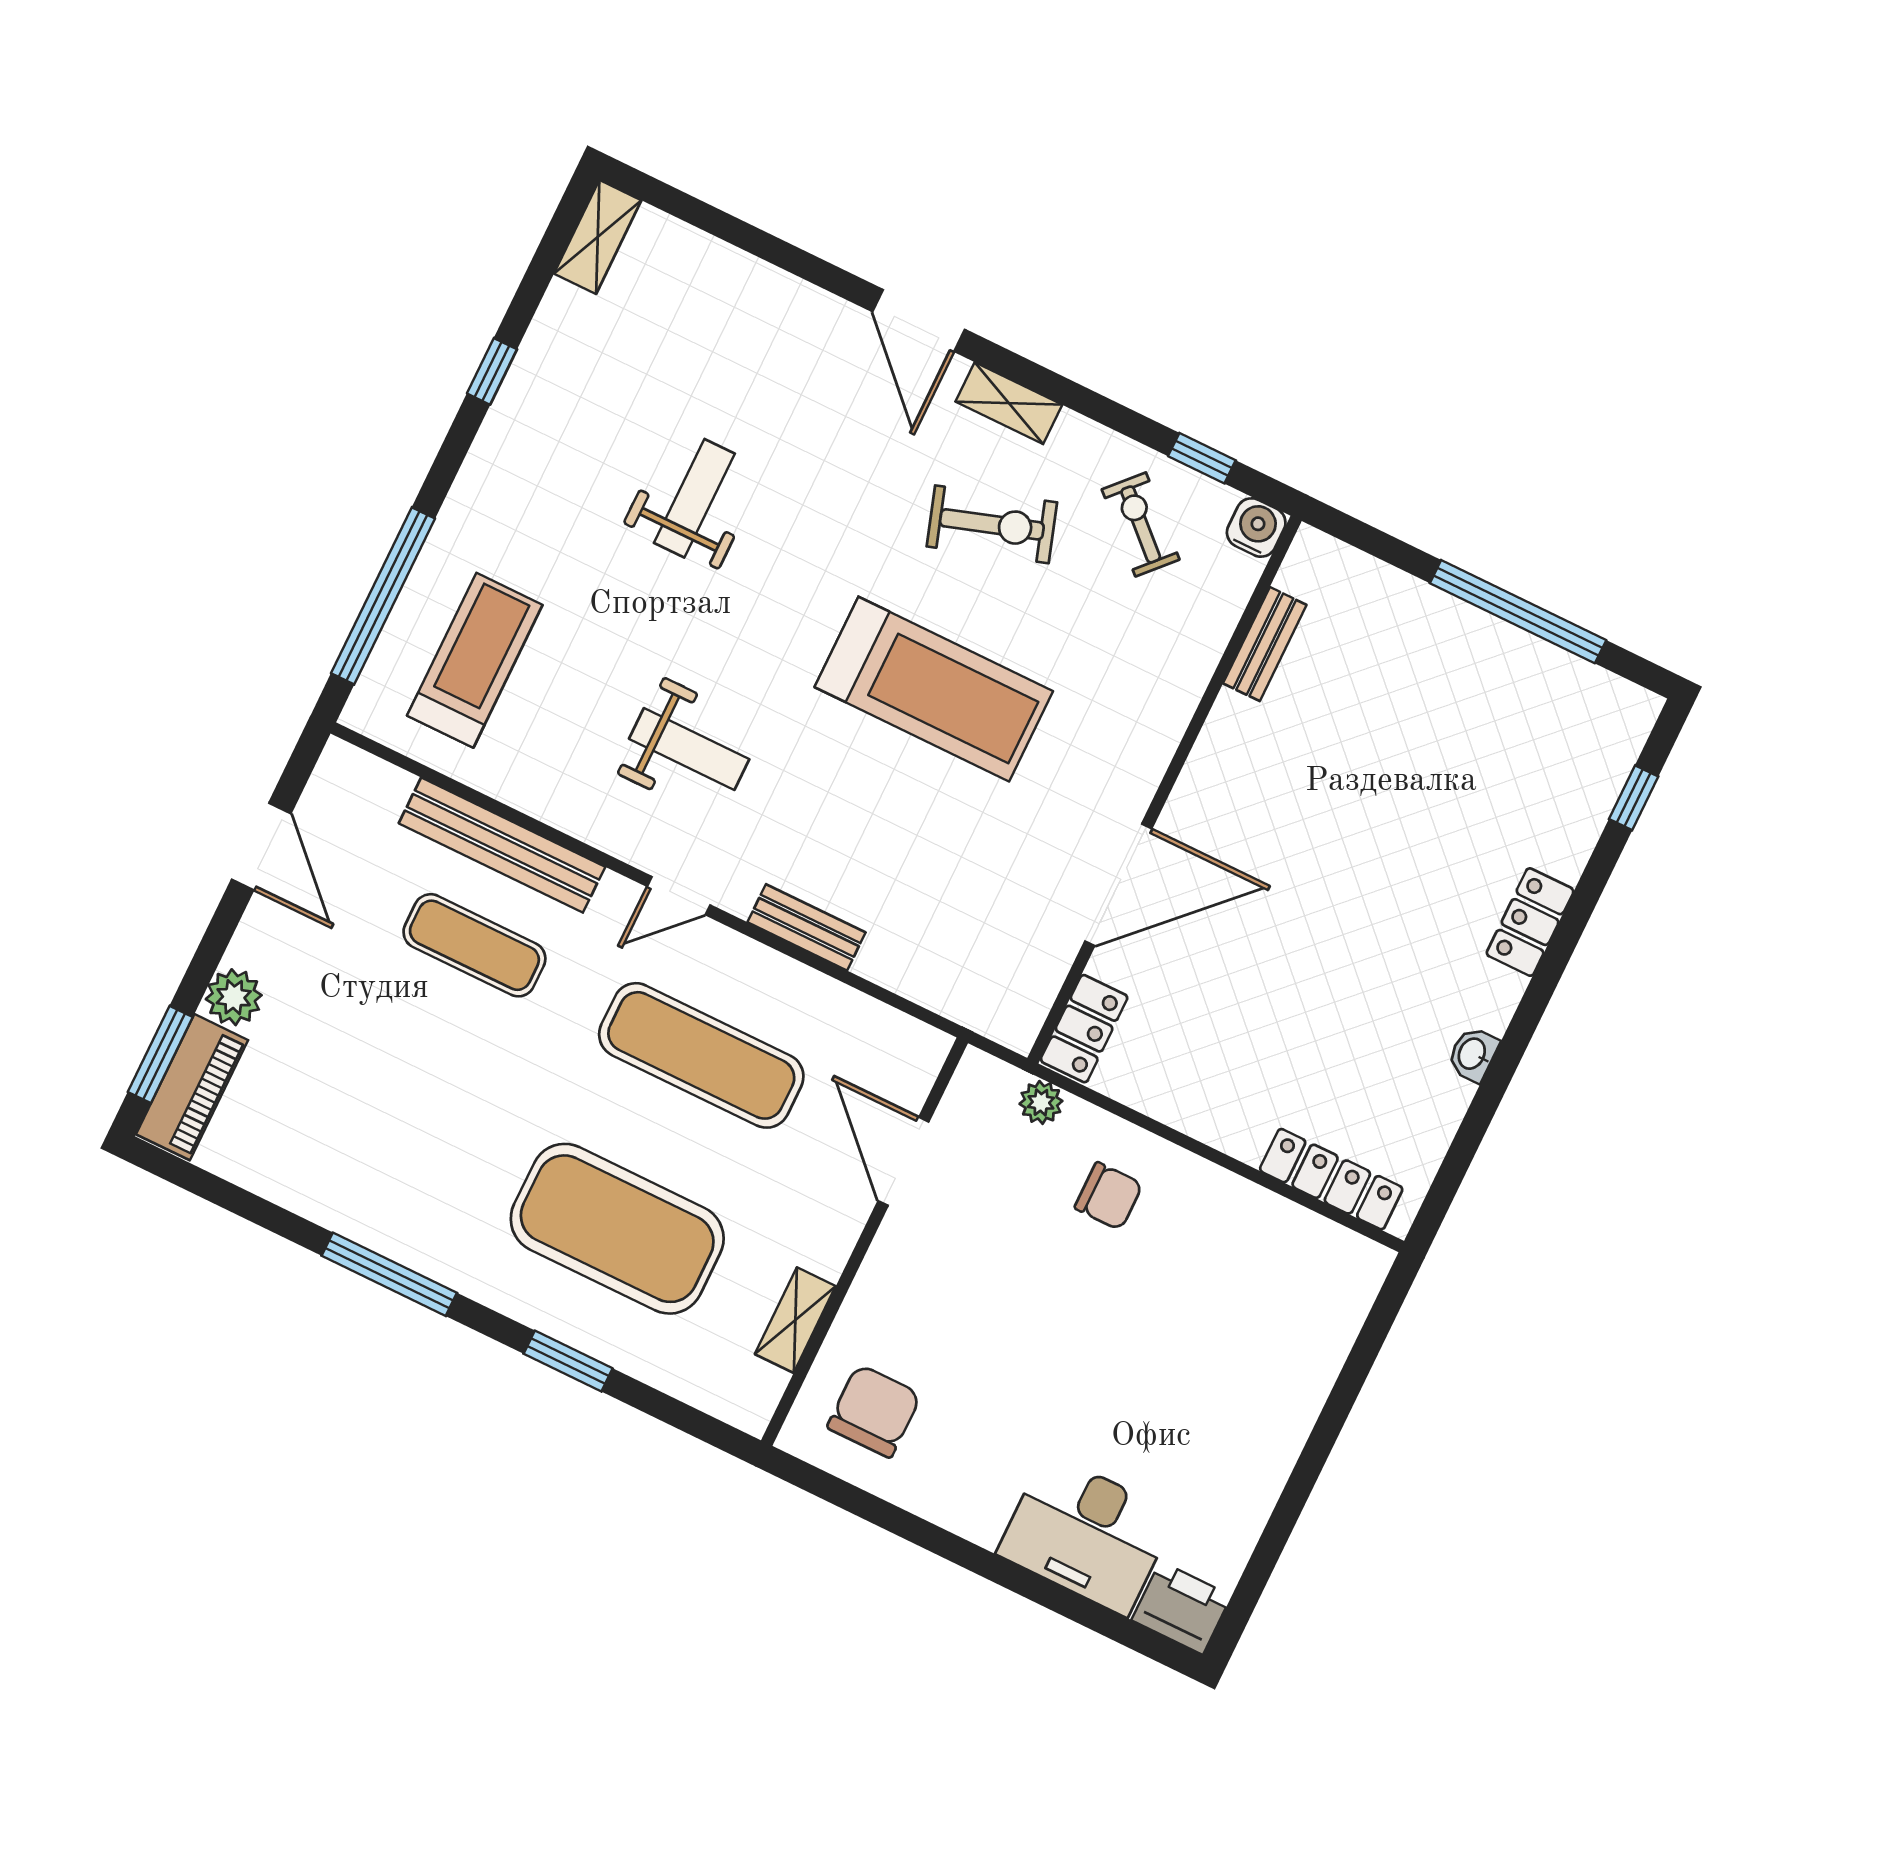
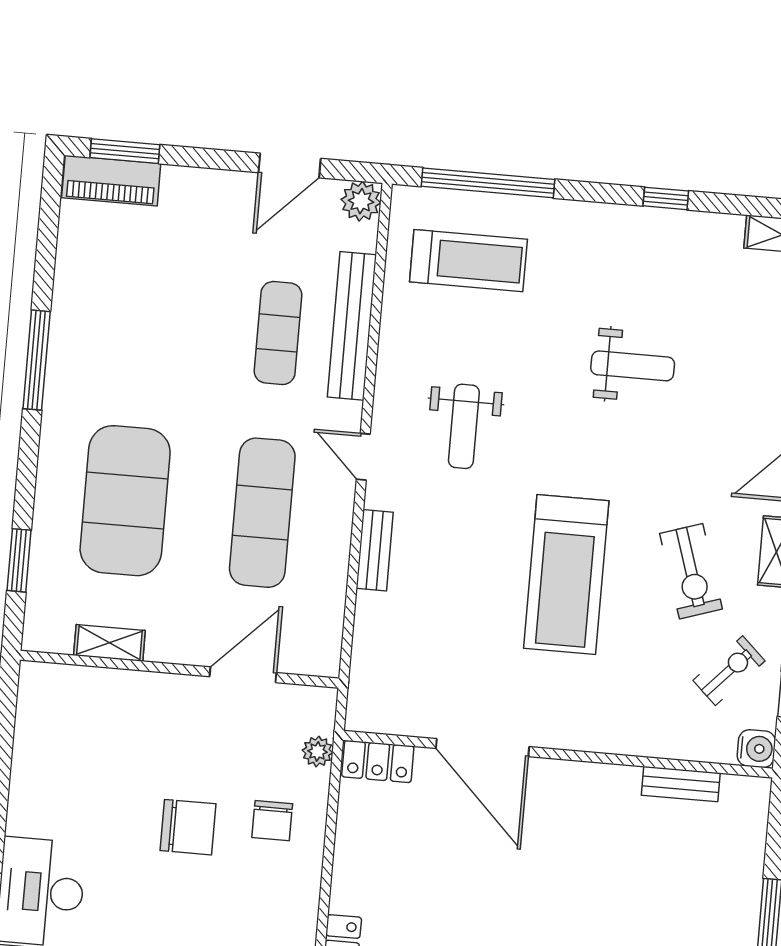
plant: (234, 997) -> (361, 201), moved
window: (568, 1361) -> (19, 560), moved
chair: (874, 1411) -> (188, 827), moved

